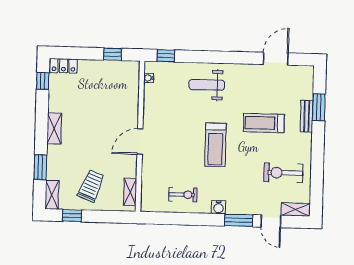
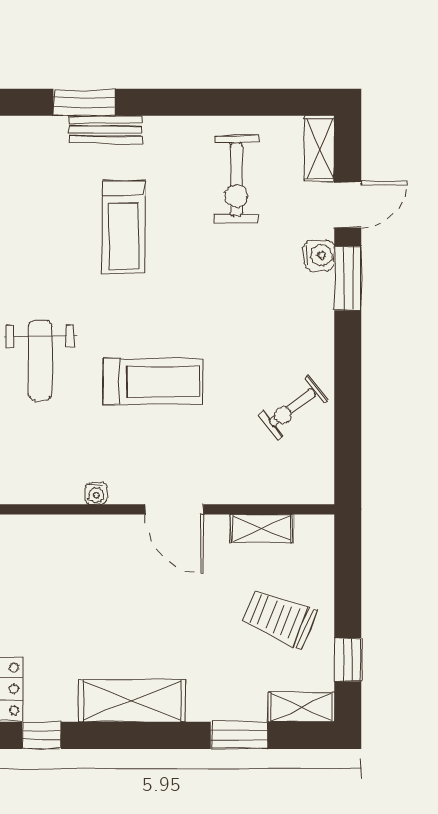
water cooler: (149, 78) -> (96, 493), moved
shelving: (54, 129) -> (132, 701), width x1.50, depth x1.33
treadmill: (215, 145) -> (153, 382), moved
shelving: (130, 192) -> (262, 528), moved
exercise bike: (183, 195) -> (293, 408), turned -128
water cooler: (219, 207) -> (319, 255), moved

